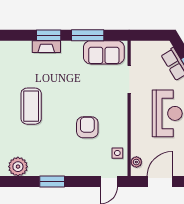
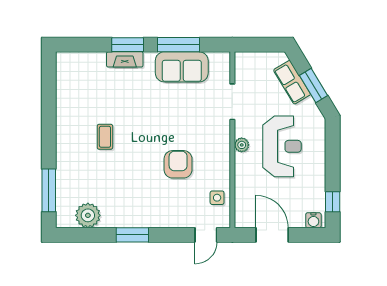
sofa: (104, 52) -> (182, 67), moved
coffee table: (31, 106) -> (105, 137), width x0.54, depth x0.58
plant: (136, 162) -> (242, 145), moved
door: (160, 182) -> (272, 235), hinge flipped

